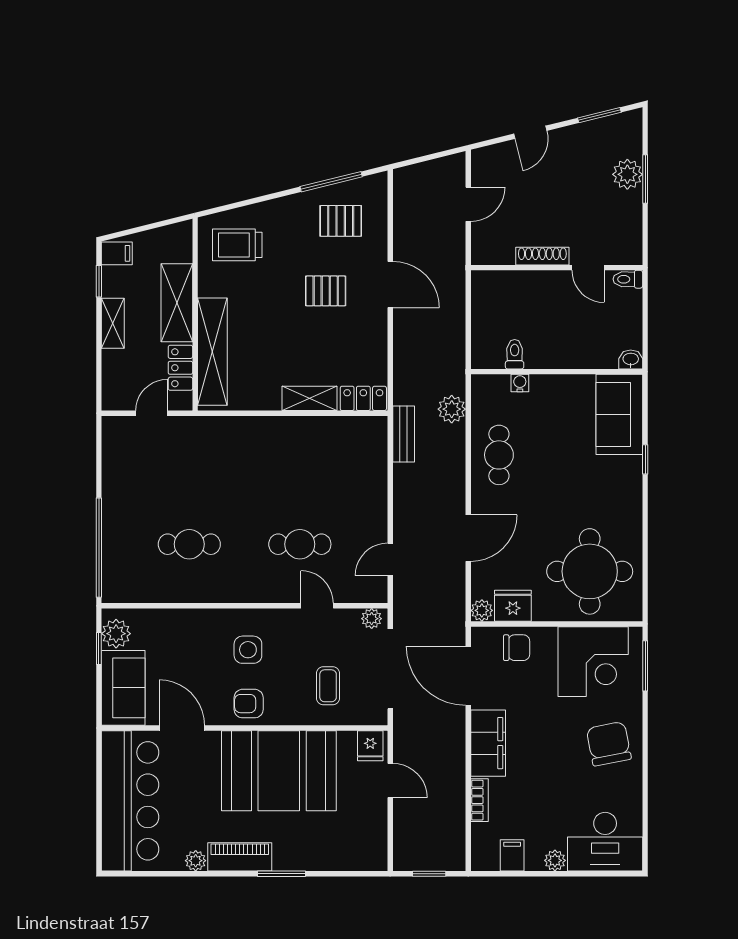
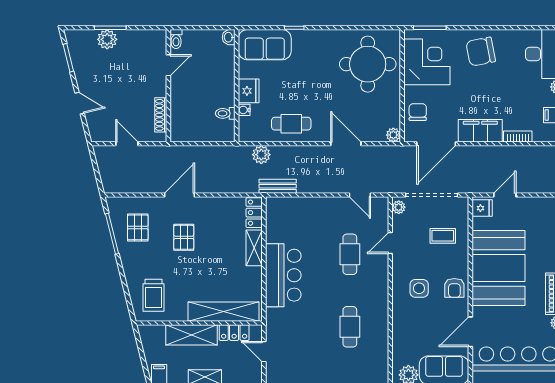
shoe rack: (542, 256) -> (161, 115), moved
bar counter: (268, 443) -> (283, 275), added
fridge: (513, 606) -> (249, 91), moved, turned 180

